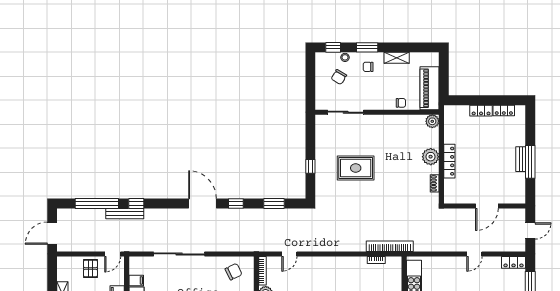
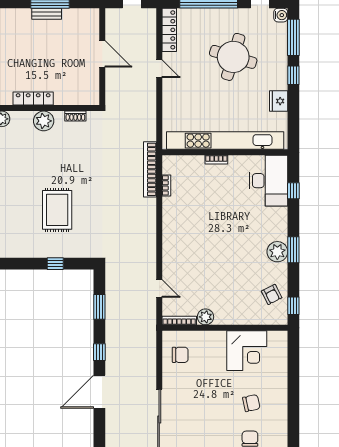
locker: (449, 161) -> (33, 99), moved
locker: (514, 262) -> (169, 30), width x1.53
chair: (234, 272) -> (180, 355), turned 116

